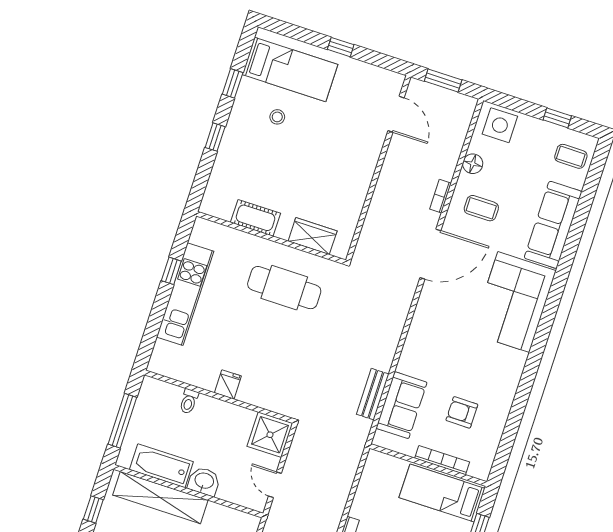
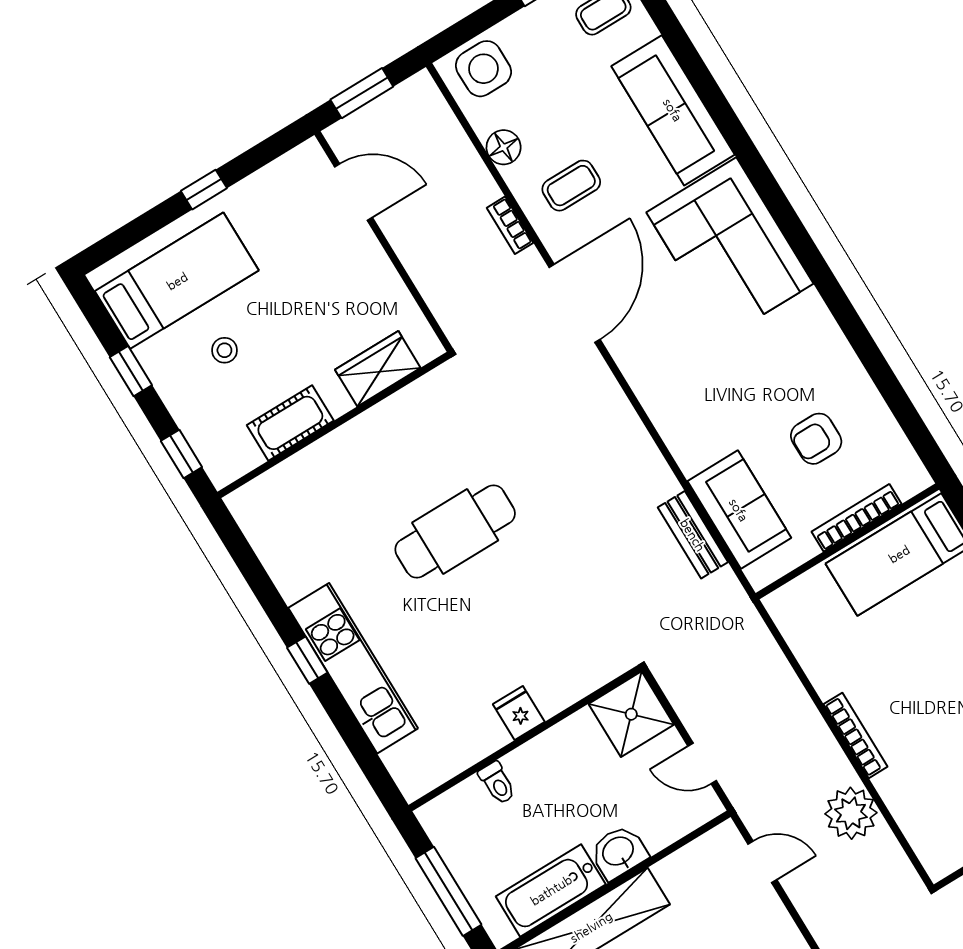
cot: (255, 218) -> (290, 423), moved
wardrobe: (313, 236) -> (378, 369), moved
wall: (271, 238) -> (334, 425), moved

